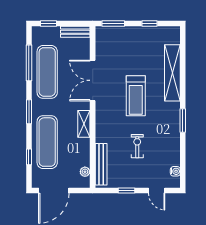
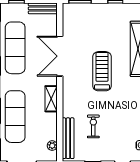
treadmill: (136, 96) -> (102, 71), turned 180
exercise bike: (137, 146) -> (93, 126), moved

